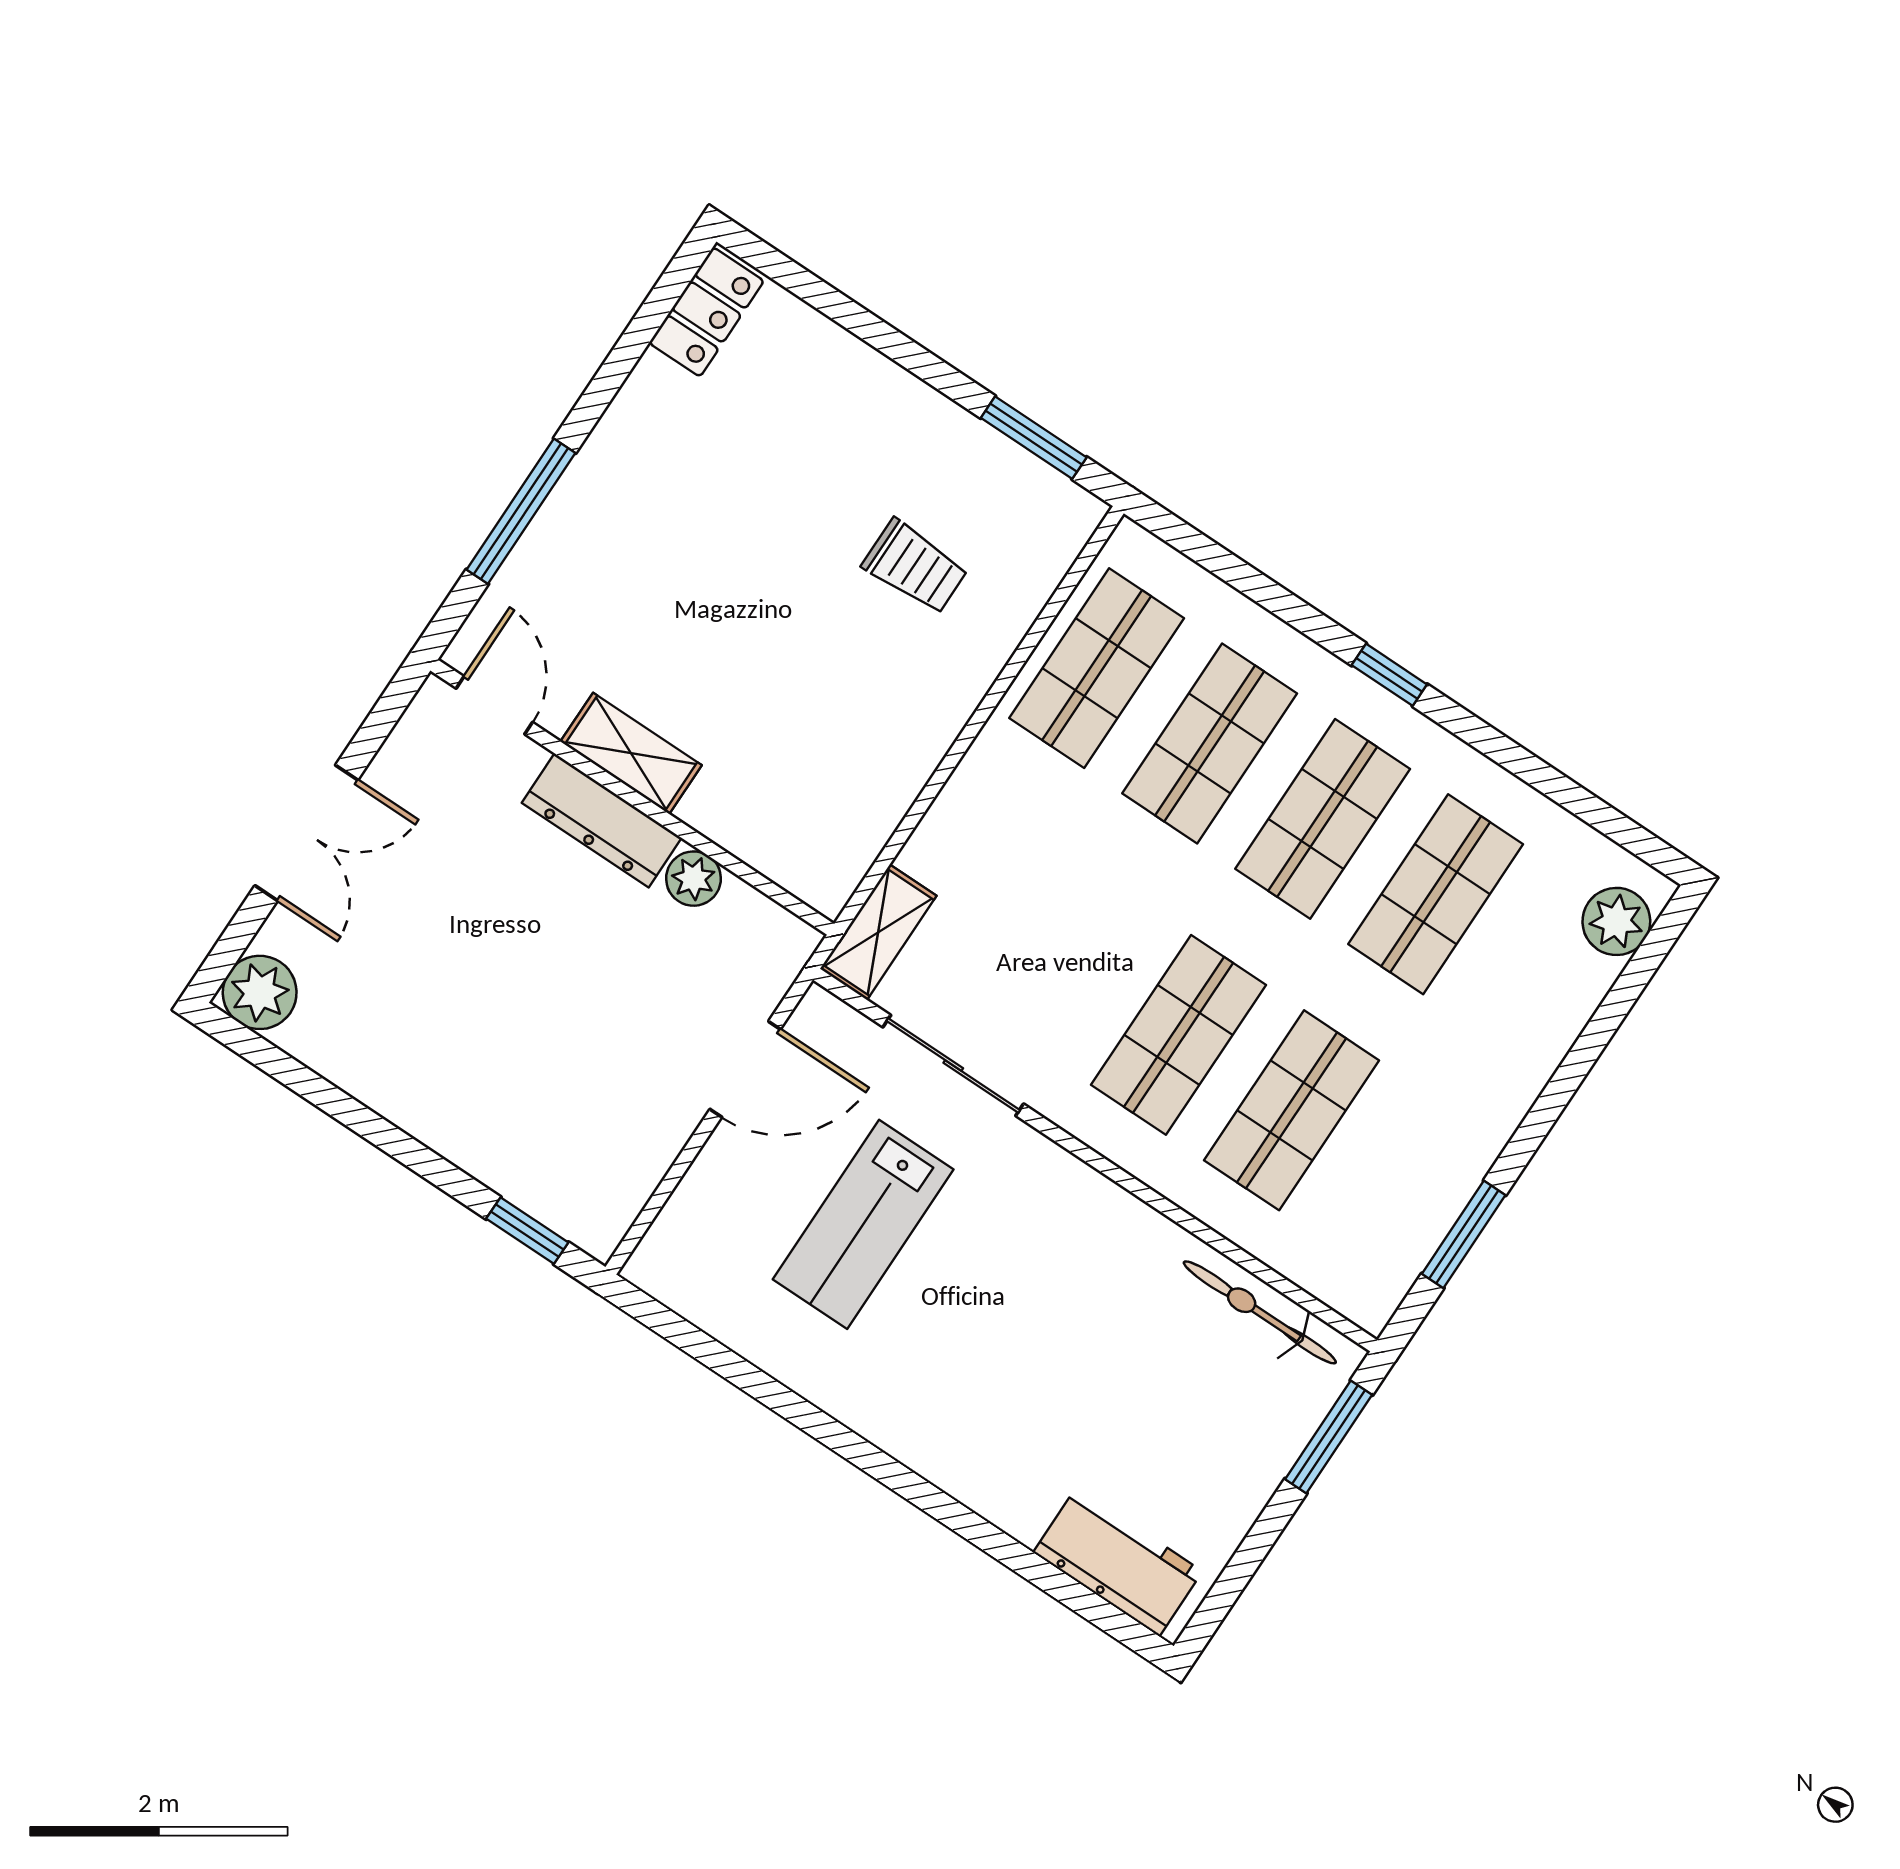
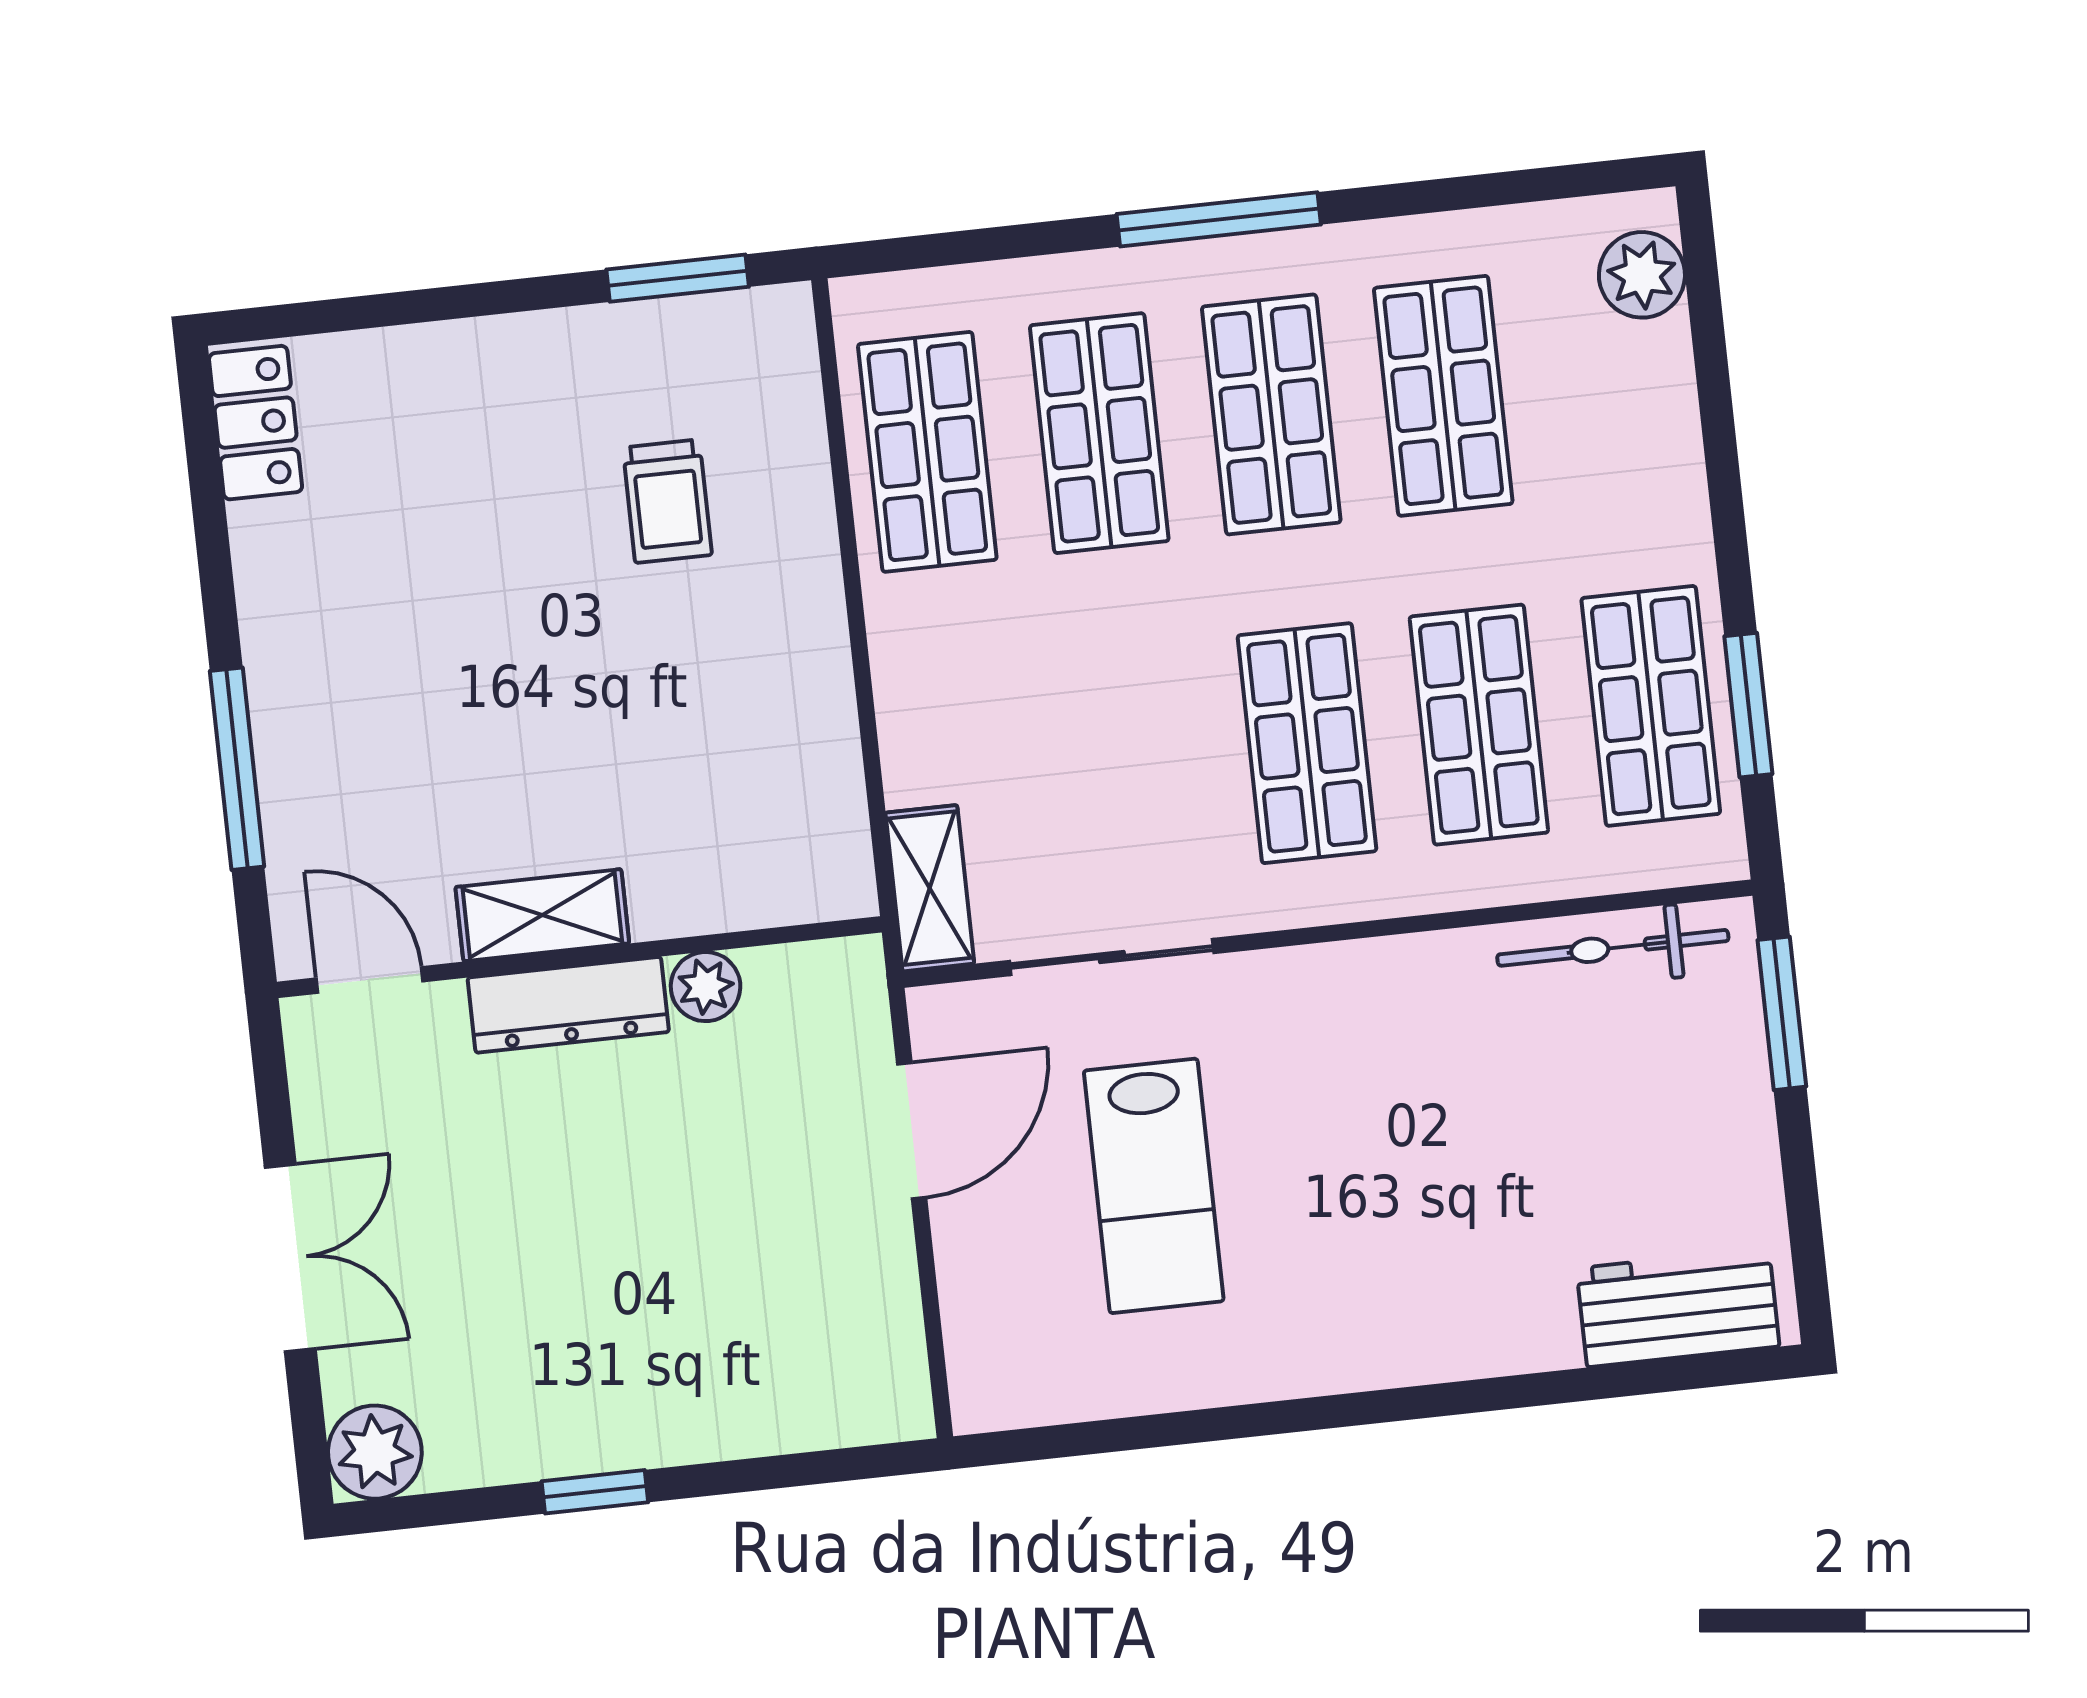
trolley: (915, 567) -> (667, 501), turned 90
window: (1389, 675) -> (1219, 219), width x2.17
shop shelf: (1405, 1186) -> (1651, 706), added
window: (527, 1231) -> (595, 1492), moved

